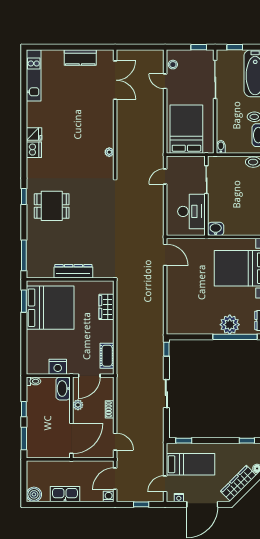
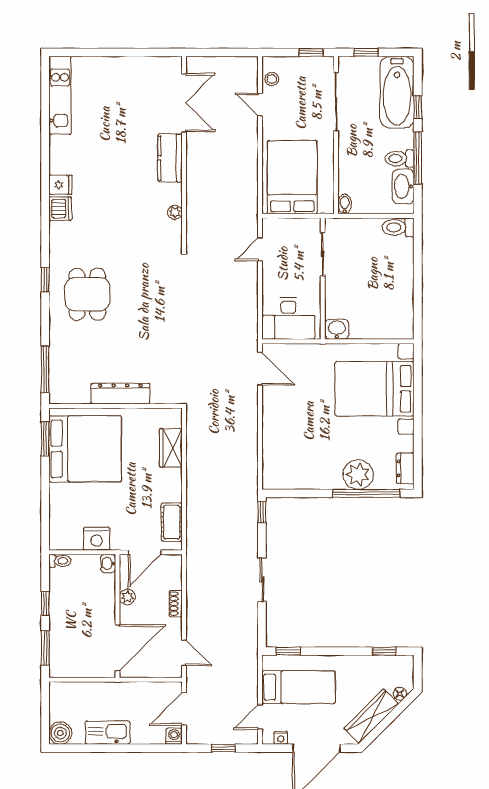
kitchen counter: (80, 57) -> (170, 158), moved, turned 90
dining table: (52, 206) -> (87, 294), turned 90
desk: (191, 211) -> (288, 319), moved, turned 90
washbasin: (63, 389) -> (108, 563), width x0.52, depth x0.69

